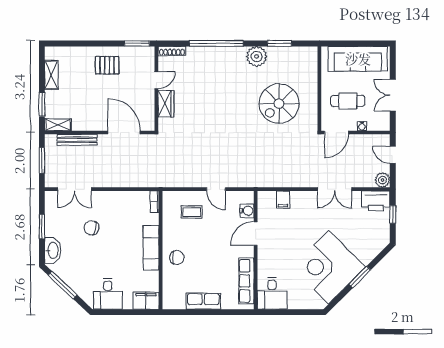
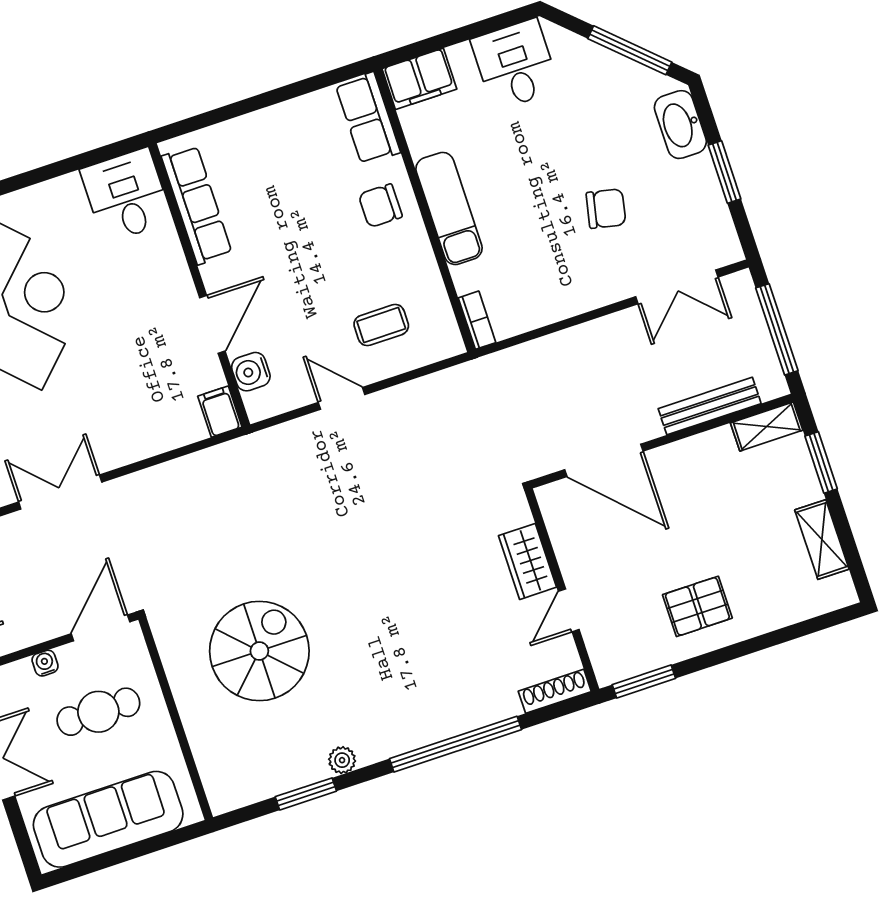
plant: (257, 56) -> (342, 760), width x0.53, depth x0.53
window: (42, 160) -> (777, 329), width x1.44
double door: (74, 189) -> (677, 287), swing flipped
filing cabinet: (283, 200) -> (220, 412), moved
row of seats: (203, 301) -> (368, 118), moved, turned 90

